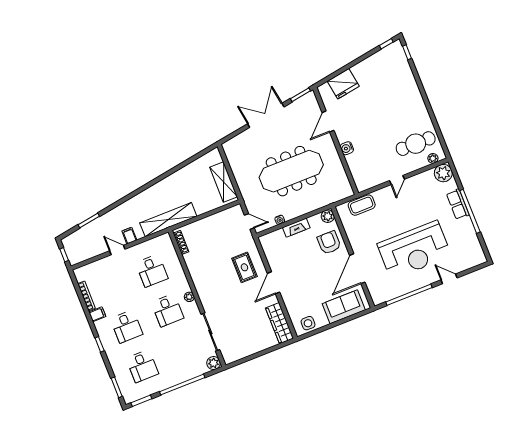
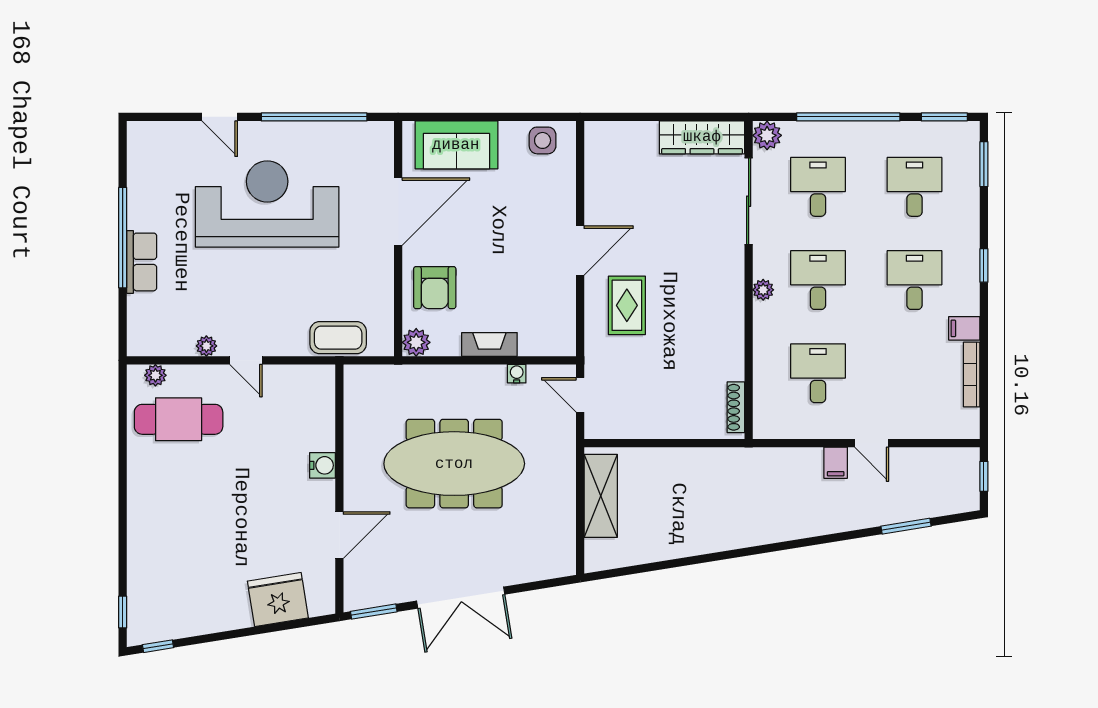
plant: (443, 173) -> (206, 346), moved, width x0.53, depth x0.53
door: (397, 180) -> (246, 360), swing flipped
shelving: (168, 220) -> (743, 464), removed
wardrobe: (279, 323) -> (702, 137), moved, turned 90
desk: (183, 350) -> (818, 187), added

